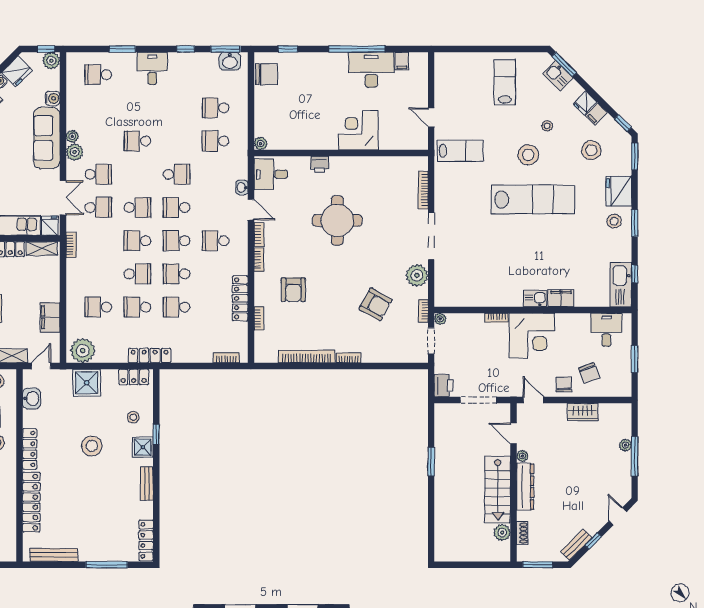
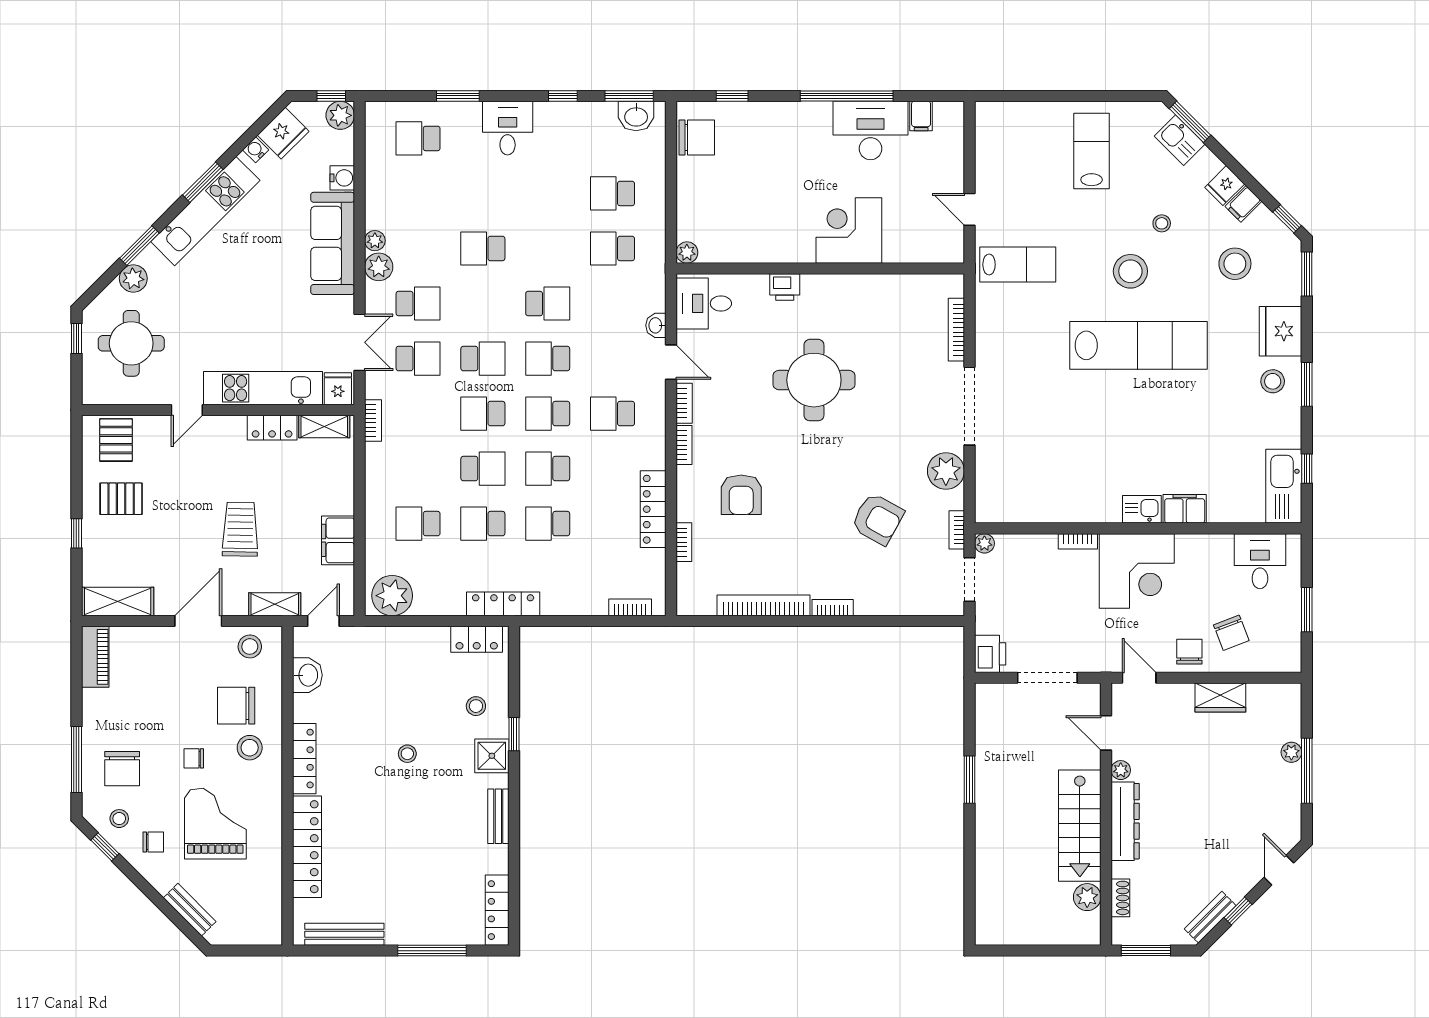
shower: (87, 383) -> (399, 649), removed
stool: (92, 446) -> (407, 754), width x0.53, depth x0.53

